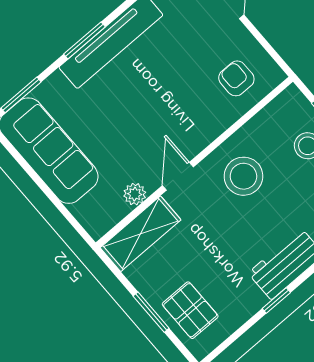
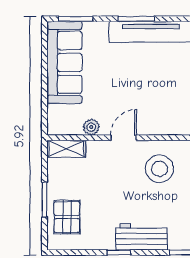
shelving: (141, 234) -> (66, 149), width x0.67, depth x0.75

